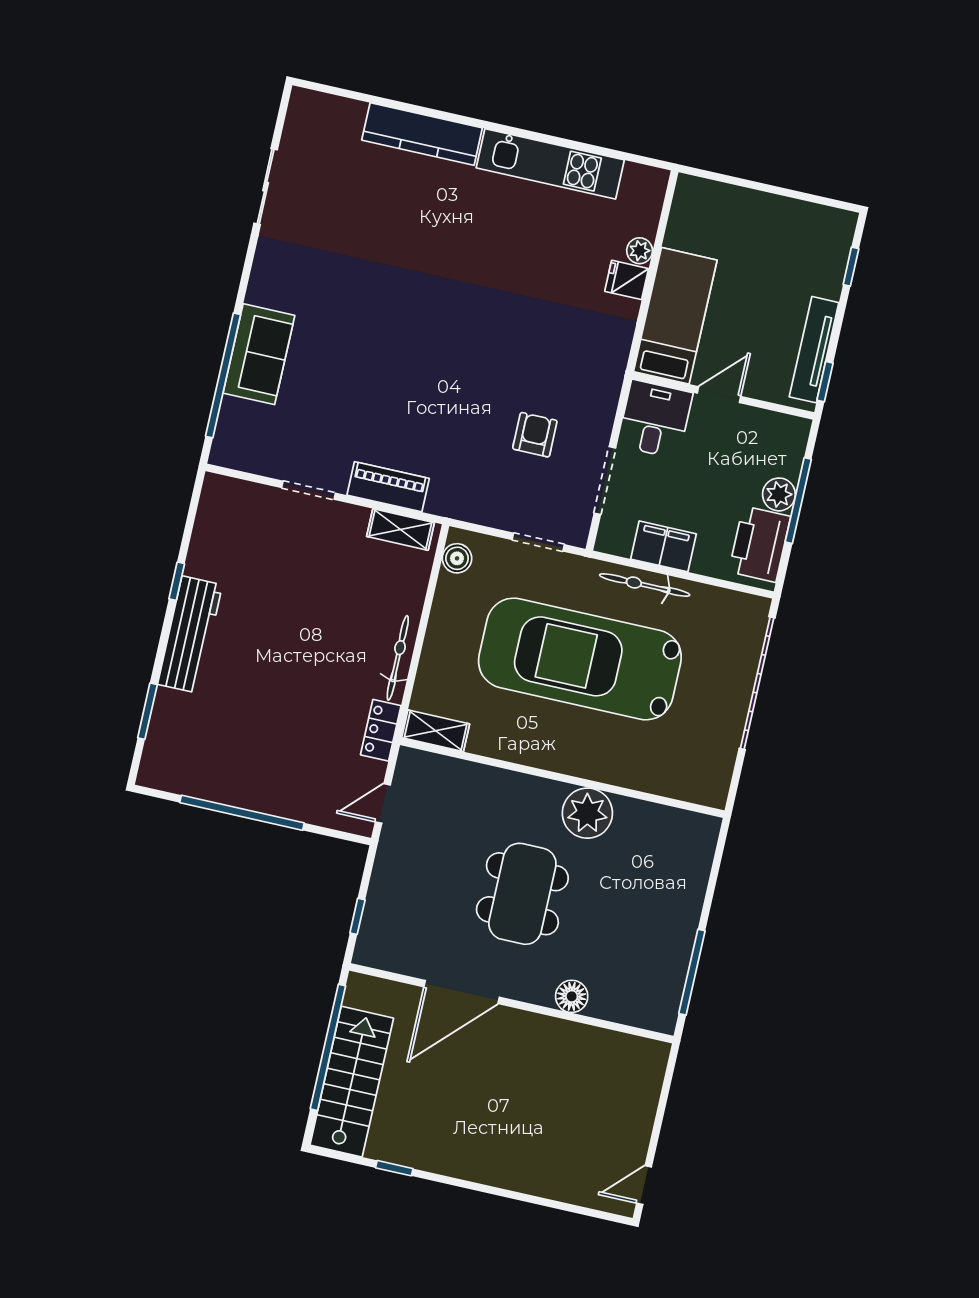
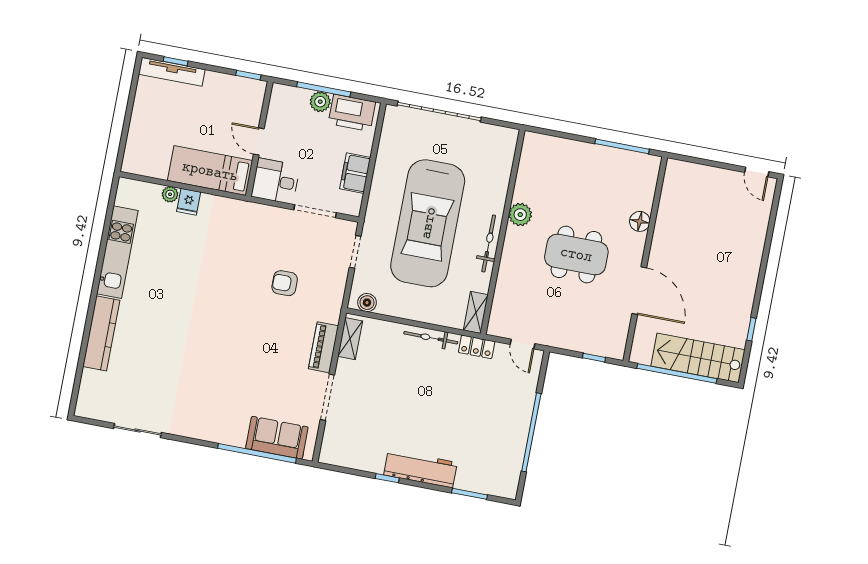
tv unit: (814, 350) -> (172, 72), moved
sofa: (259, 354) -> (277, 438), moved
armchair: (535, 435) -> (285, 283), moved
doorway: (309, 490) -> (327, 397), width x1.38
bicycle: (645, 585) -> (489, 243), moved, turned 180
plant: (587, 813) -> (520, 215), width x0.73, depth x0.73

